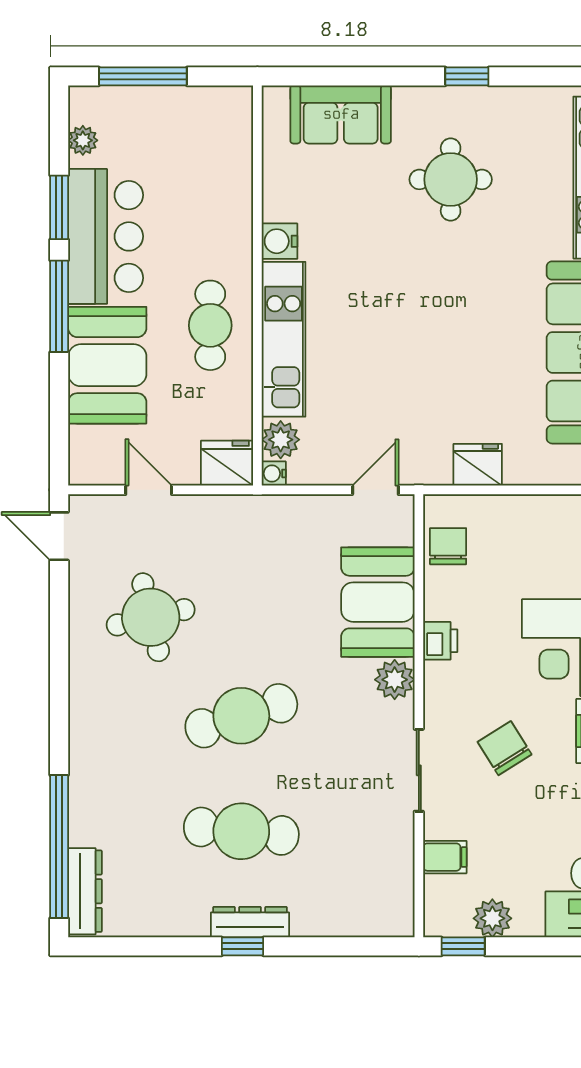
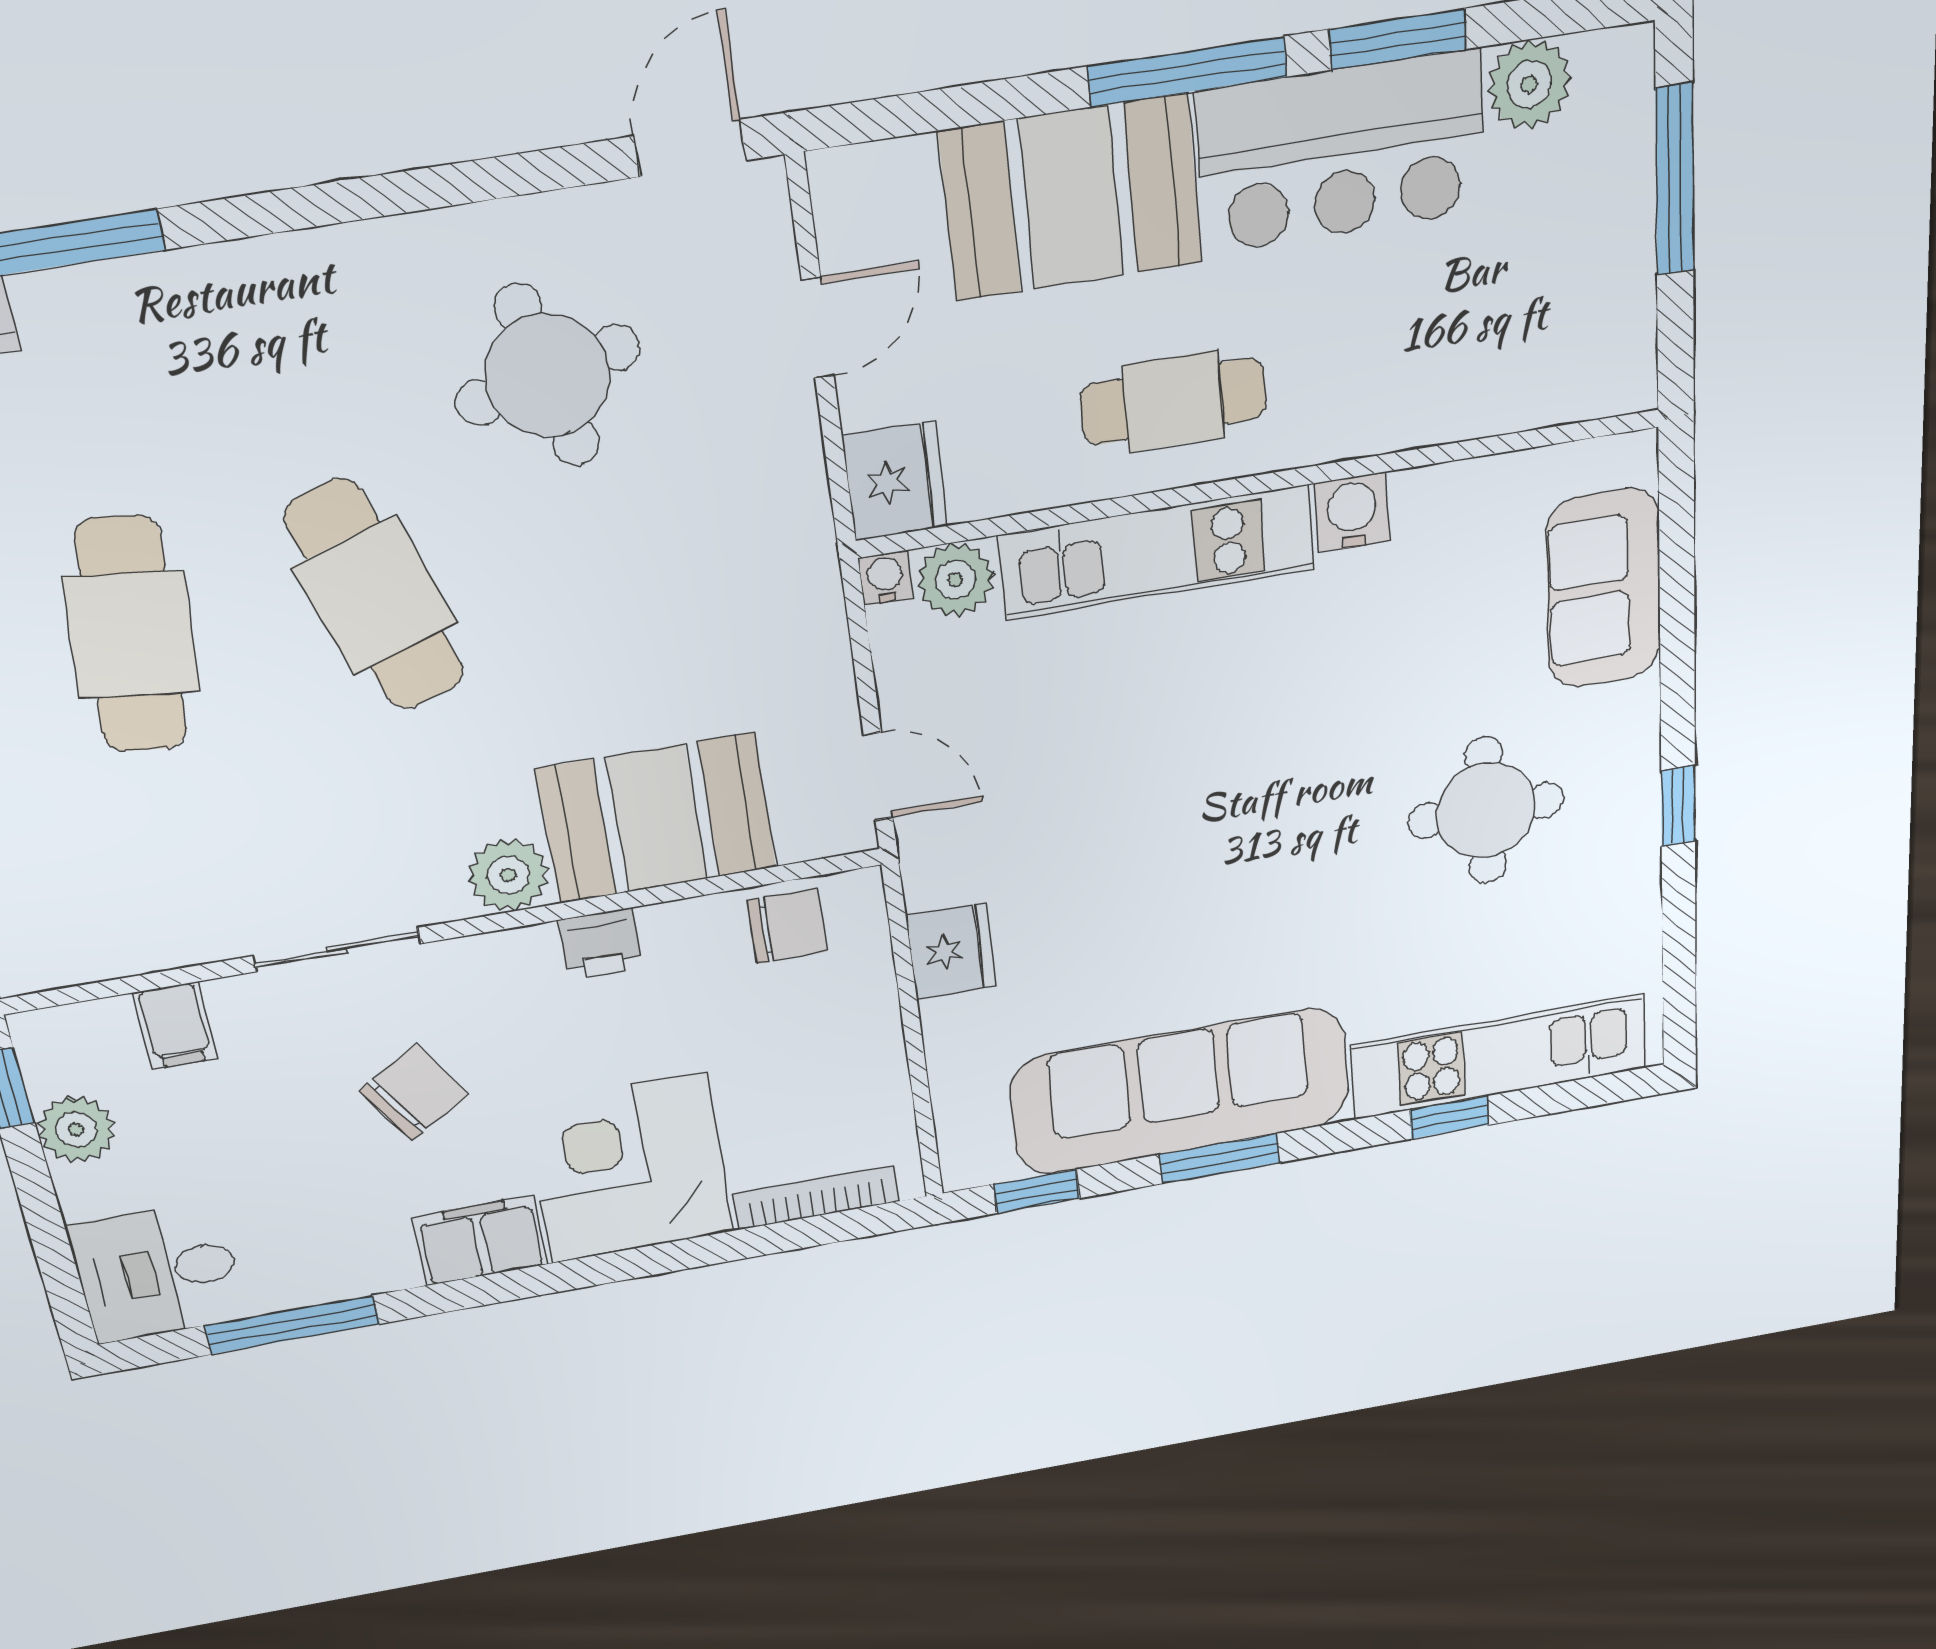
plant: (83, 140) -> (1530, 84), width x1.38, depth x1.38

